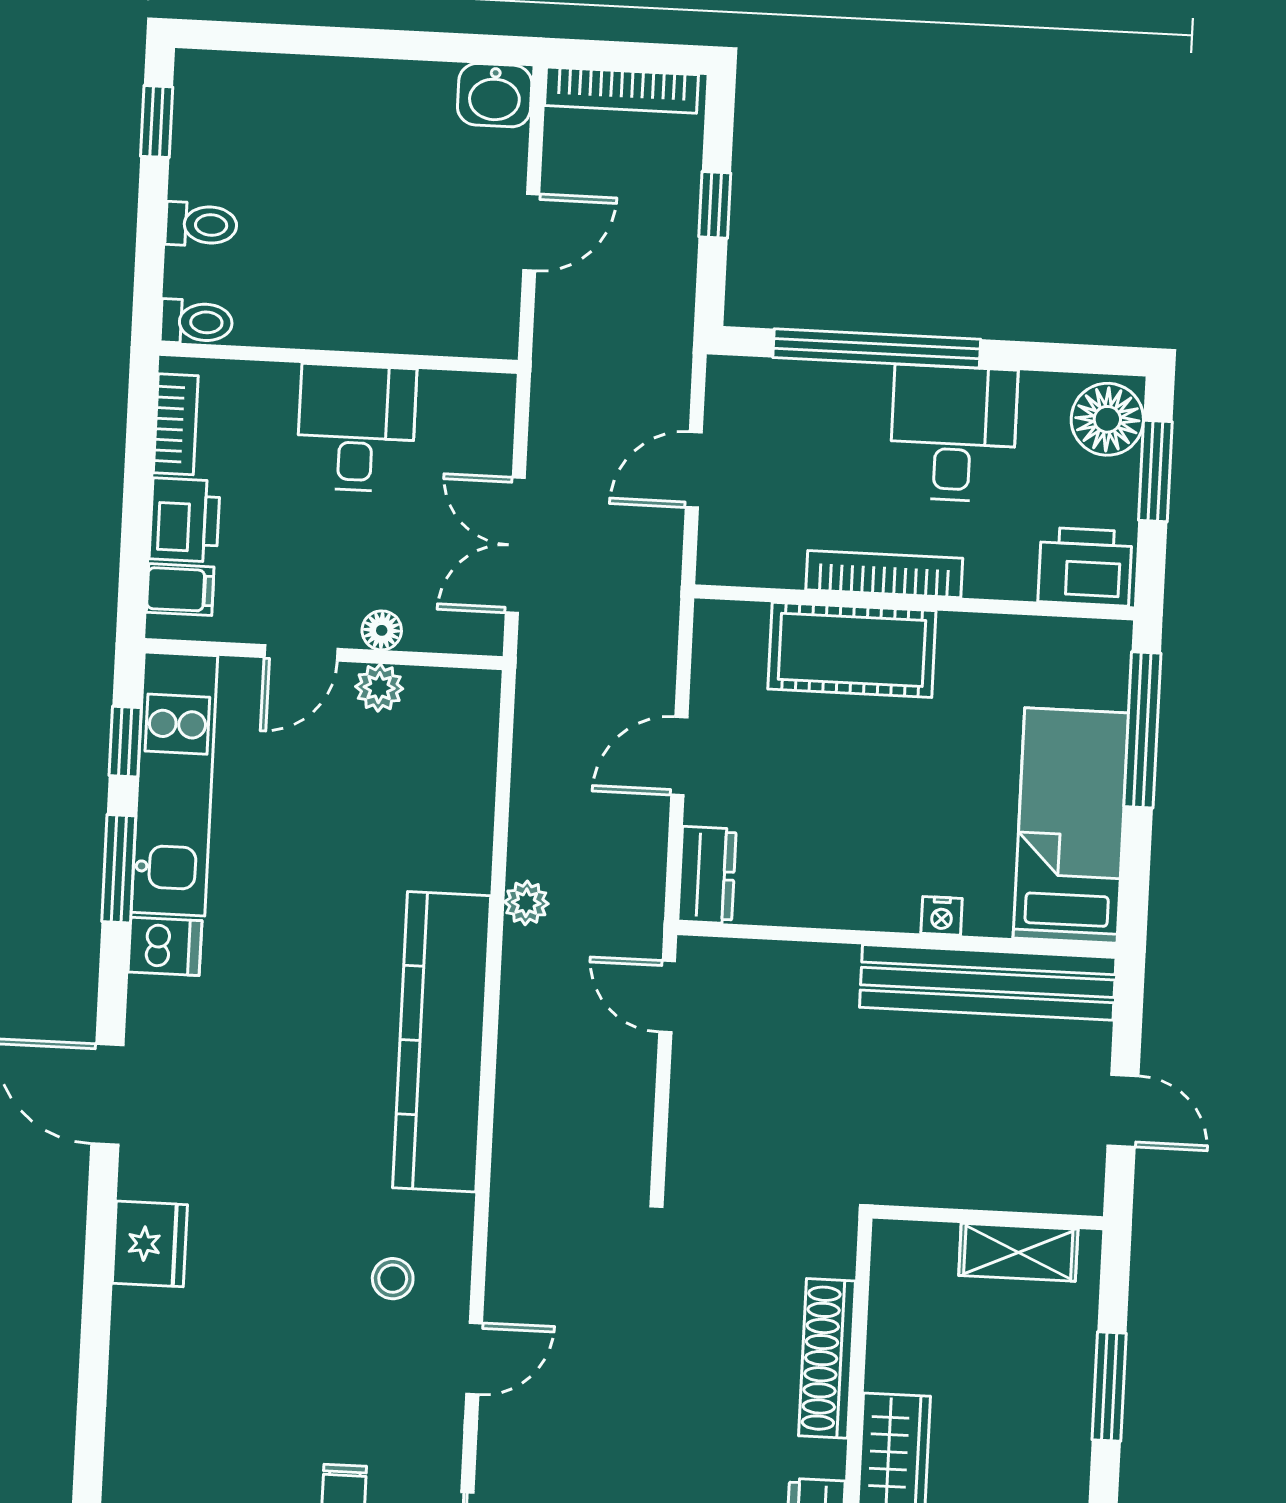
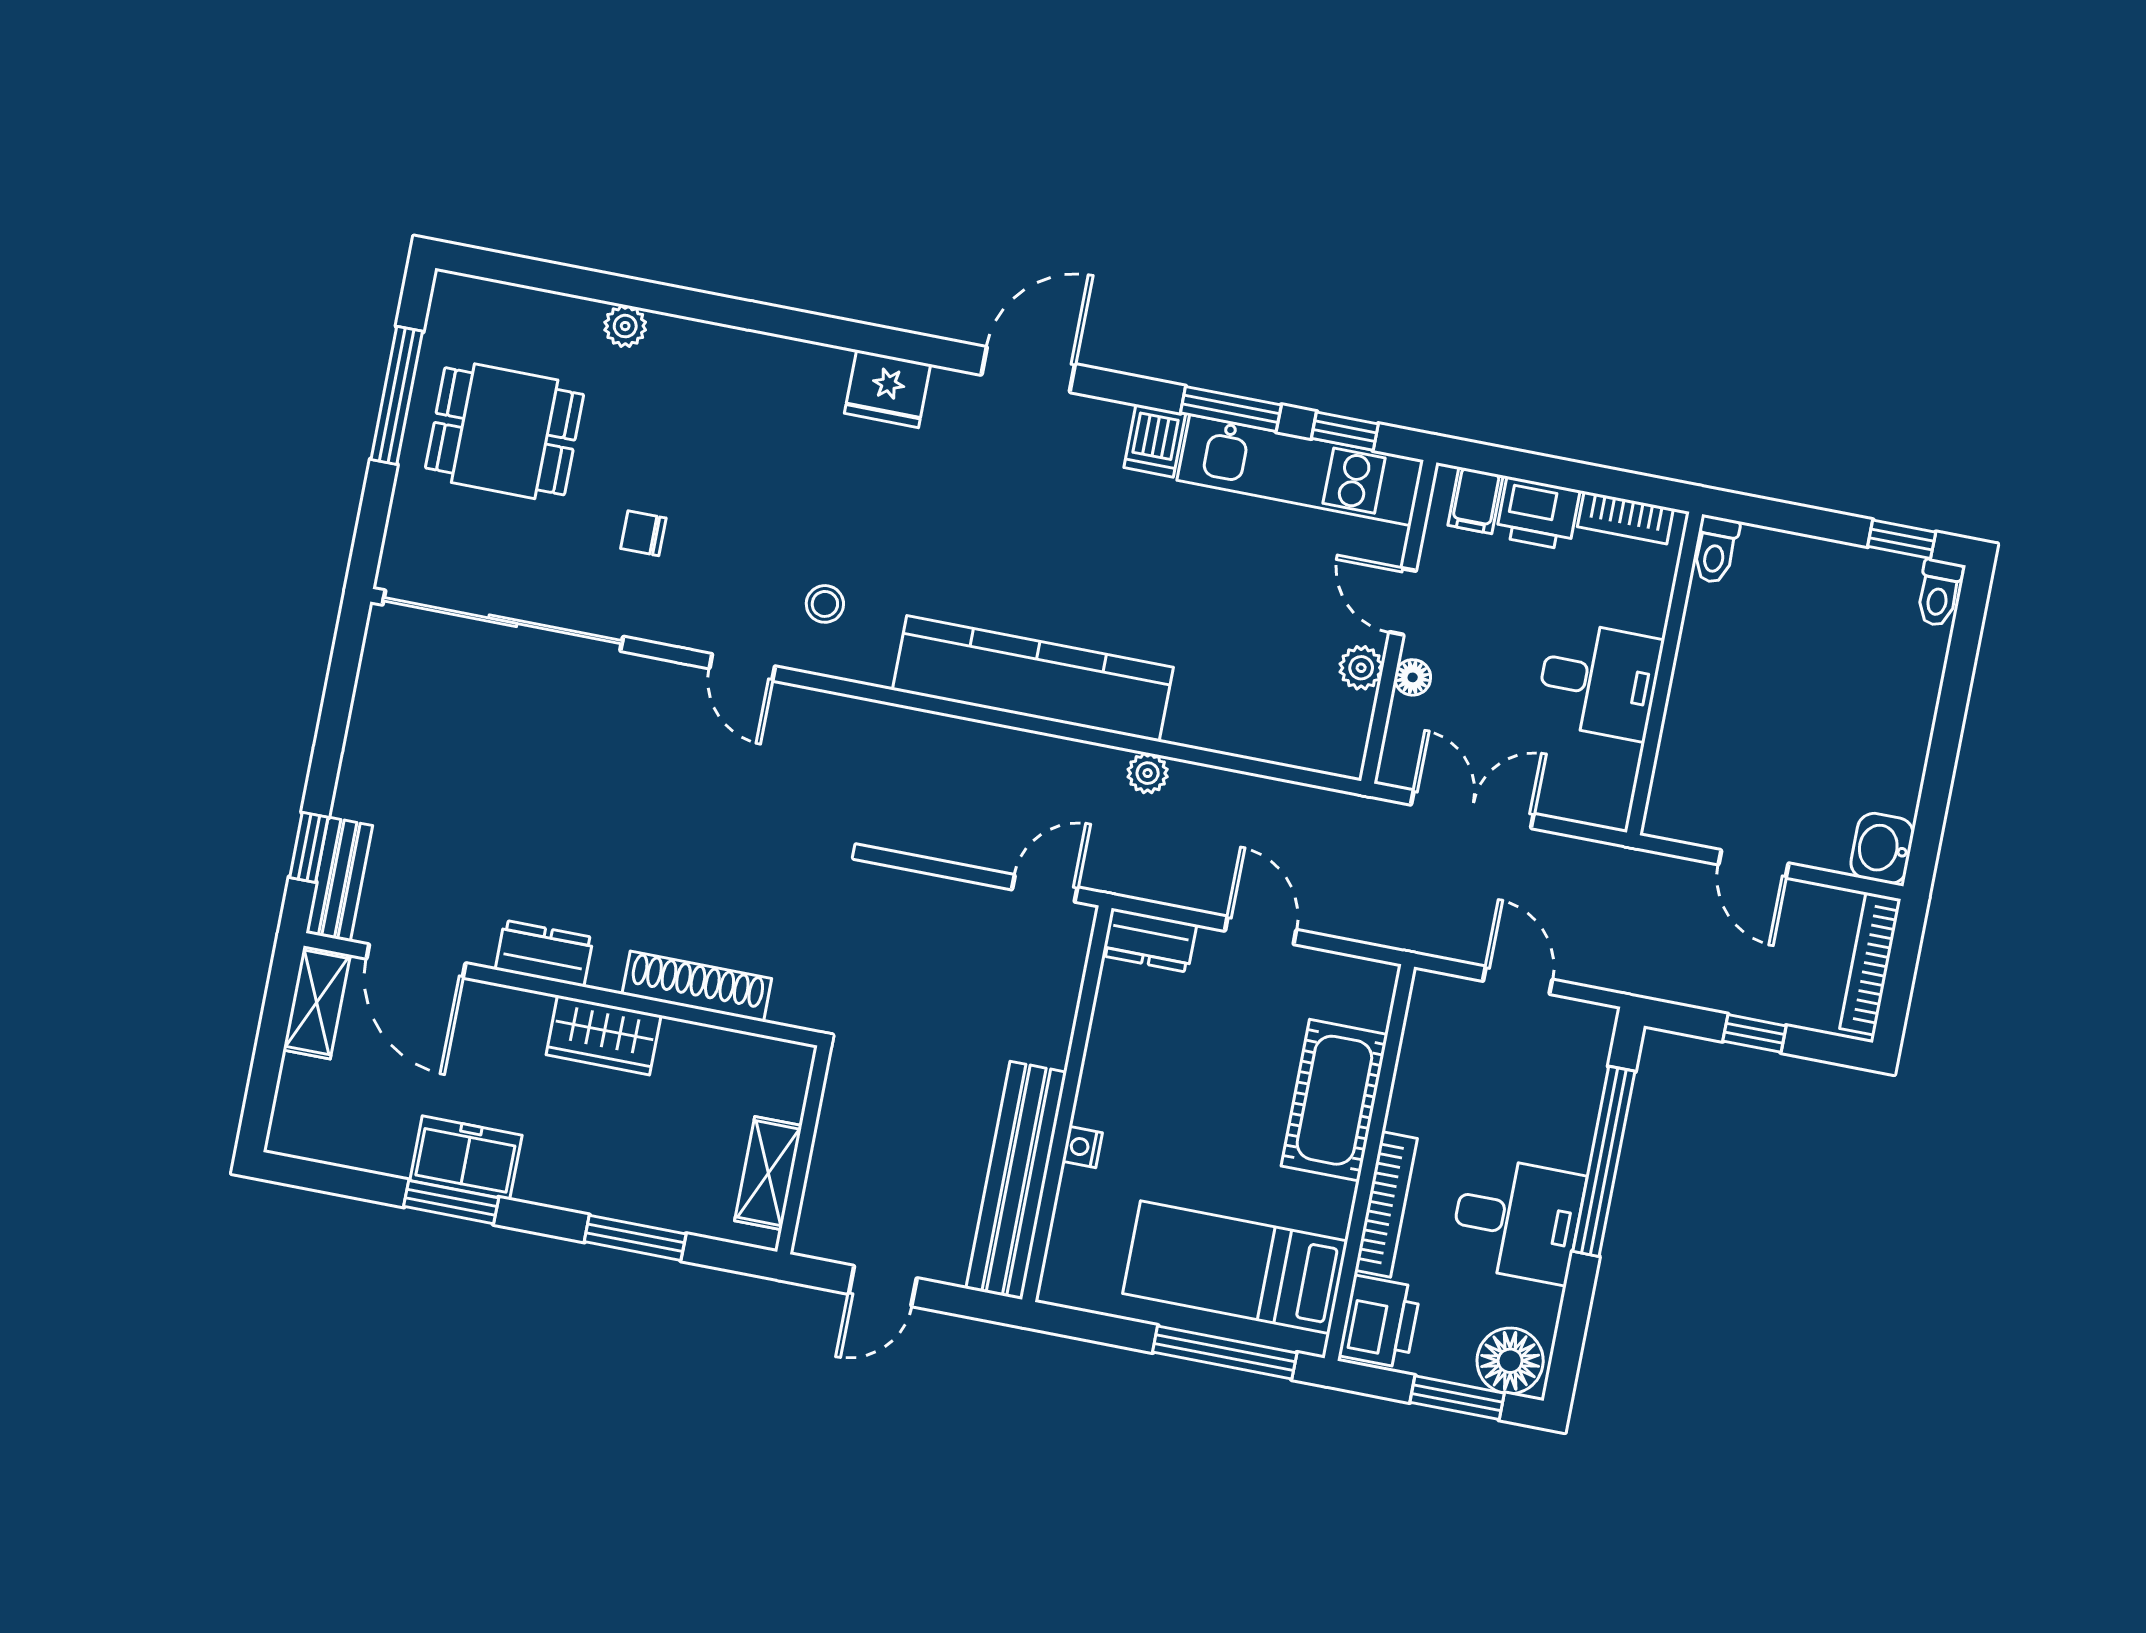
toilet: (201, 225) -> (1939, 593), moved
bookcase: (884, 574) -> (1386, 1204), moved
bed: (1071, 825) -> (1235, 1267), moved, turned 180

